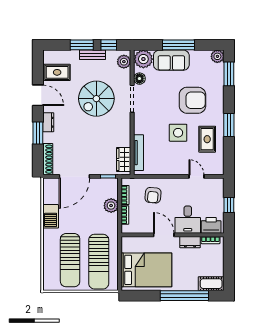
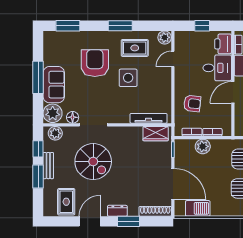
plant: (217, 56) -> (165, 37), moved
barbecue: (51, 216) -> (198, 208), moved

